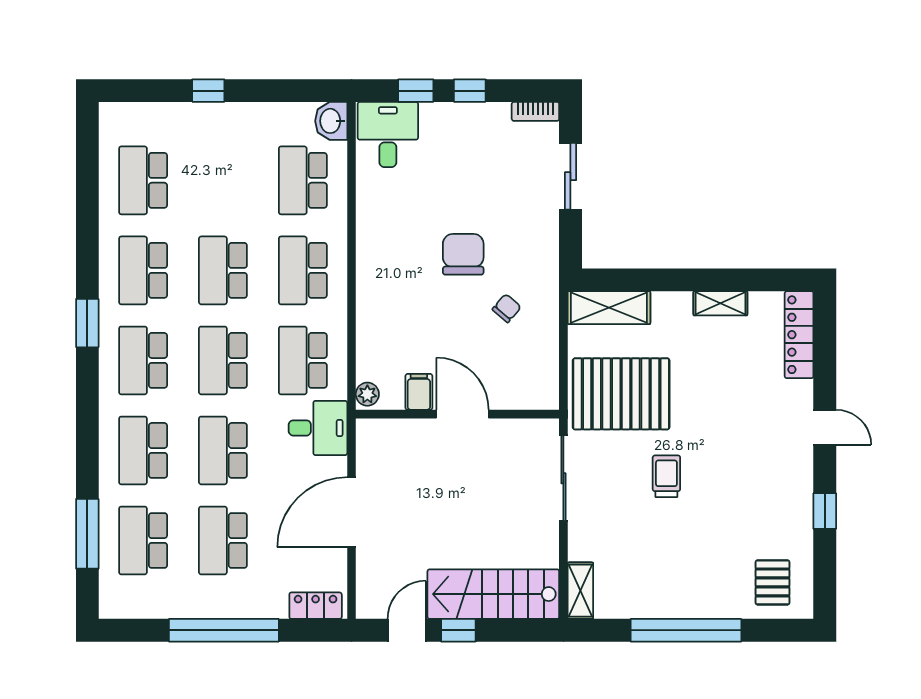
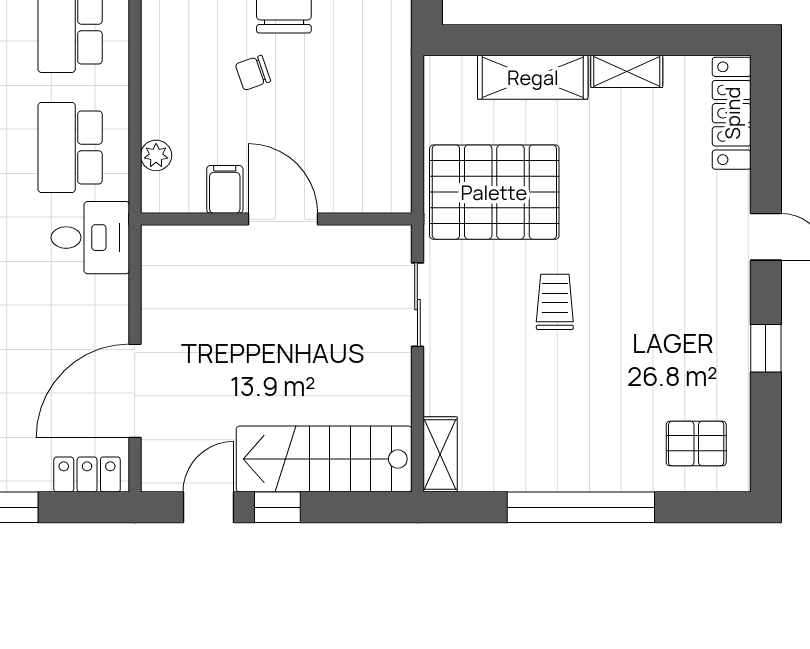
chair: (507, 308) -> (253, 73), moved, turned -150
shelving: (609, 308) -> (533, 77), moved
plant: (367, 394) -> (156, 155), moved
sliding door: (563, 478) -> (417, 305), width x0.73
door: (352, 512) -> (135, 391), moved
pallet: (773, 582) -> (696, 443), turned 90

